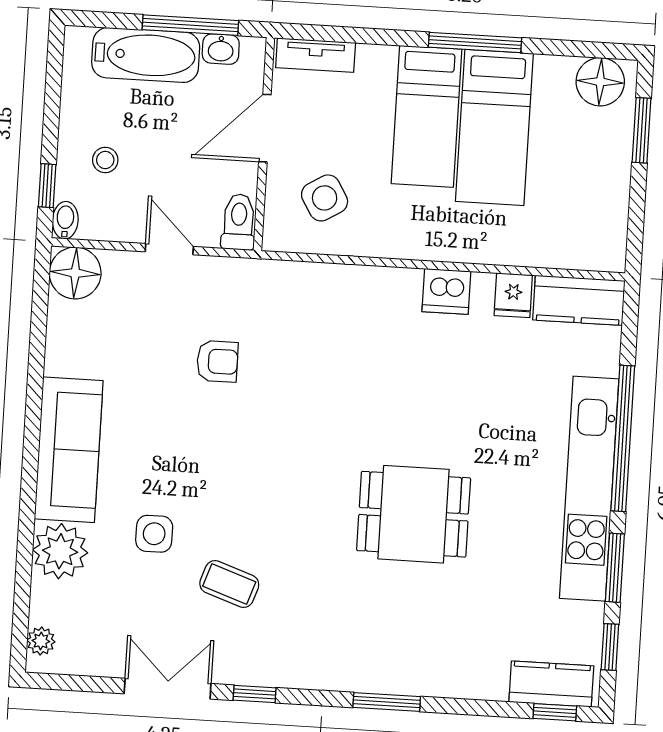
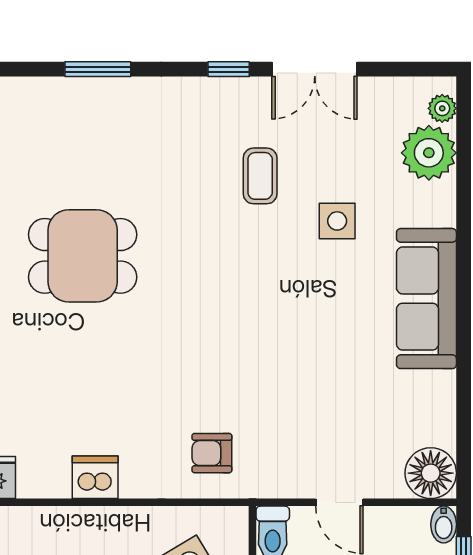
dishwasher: (446, 291) -> (95, 477), moved
armchair: (217, 361) -> (212, 453), moved
plant: (60, 551) -> (429, 153), moved
coffee table: (229, 584) -> (260, 176), turned 71

